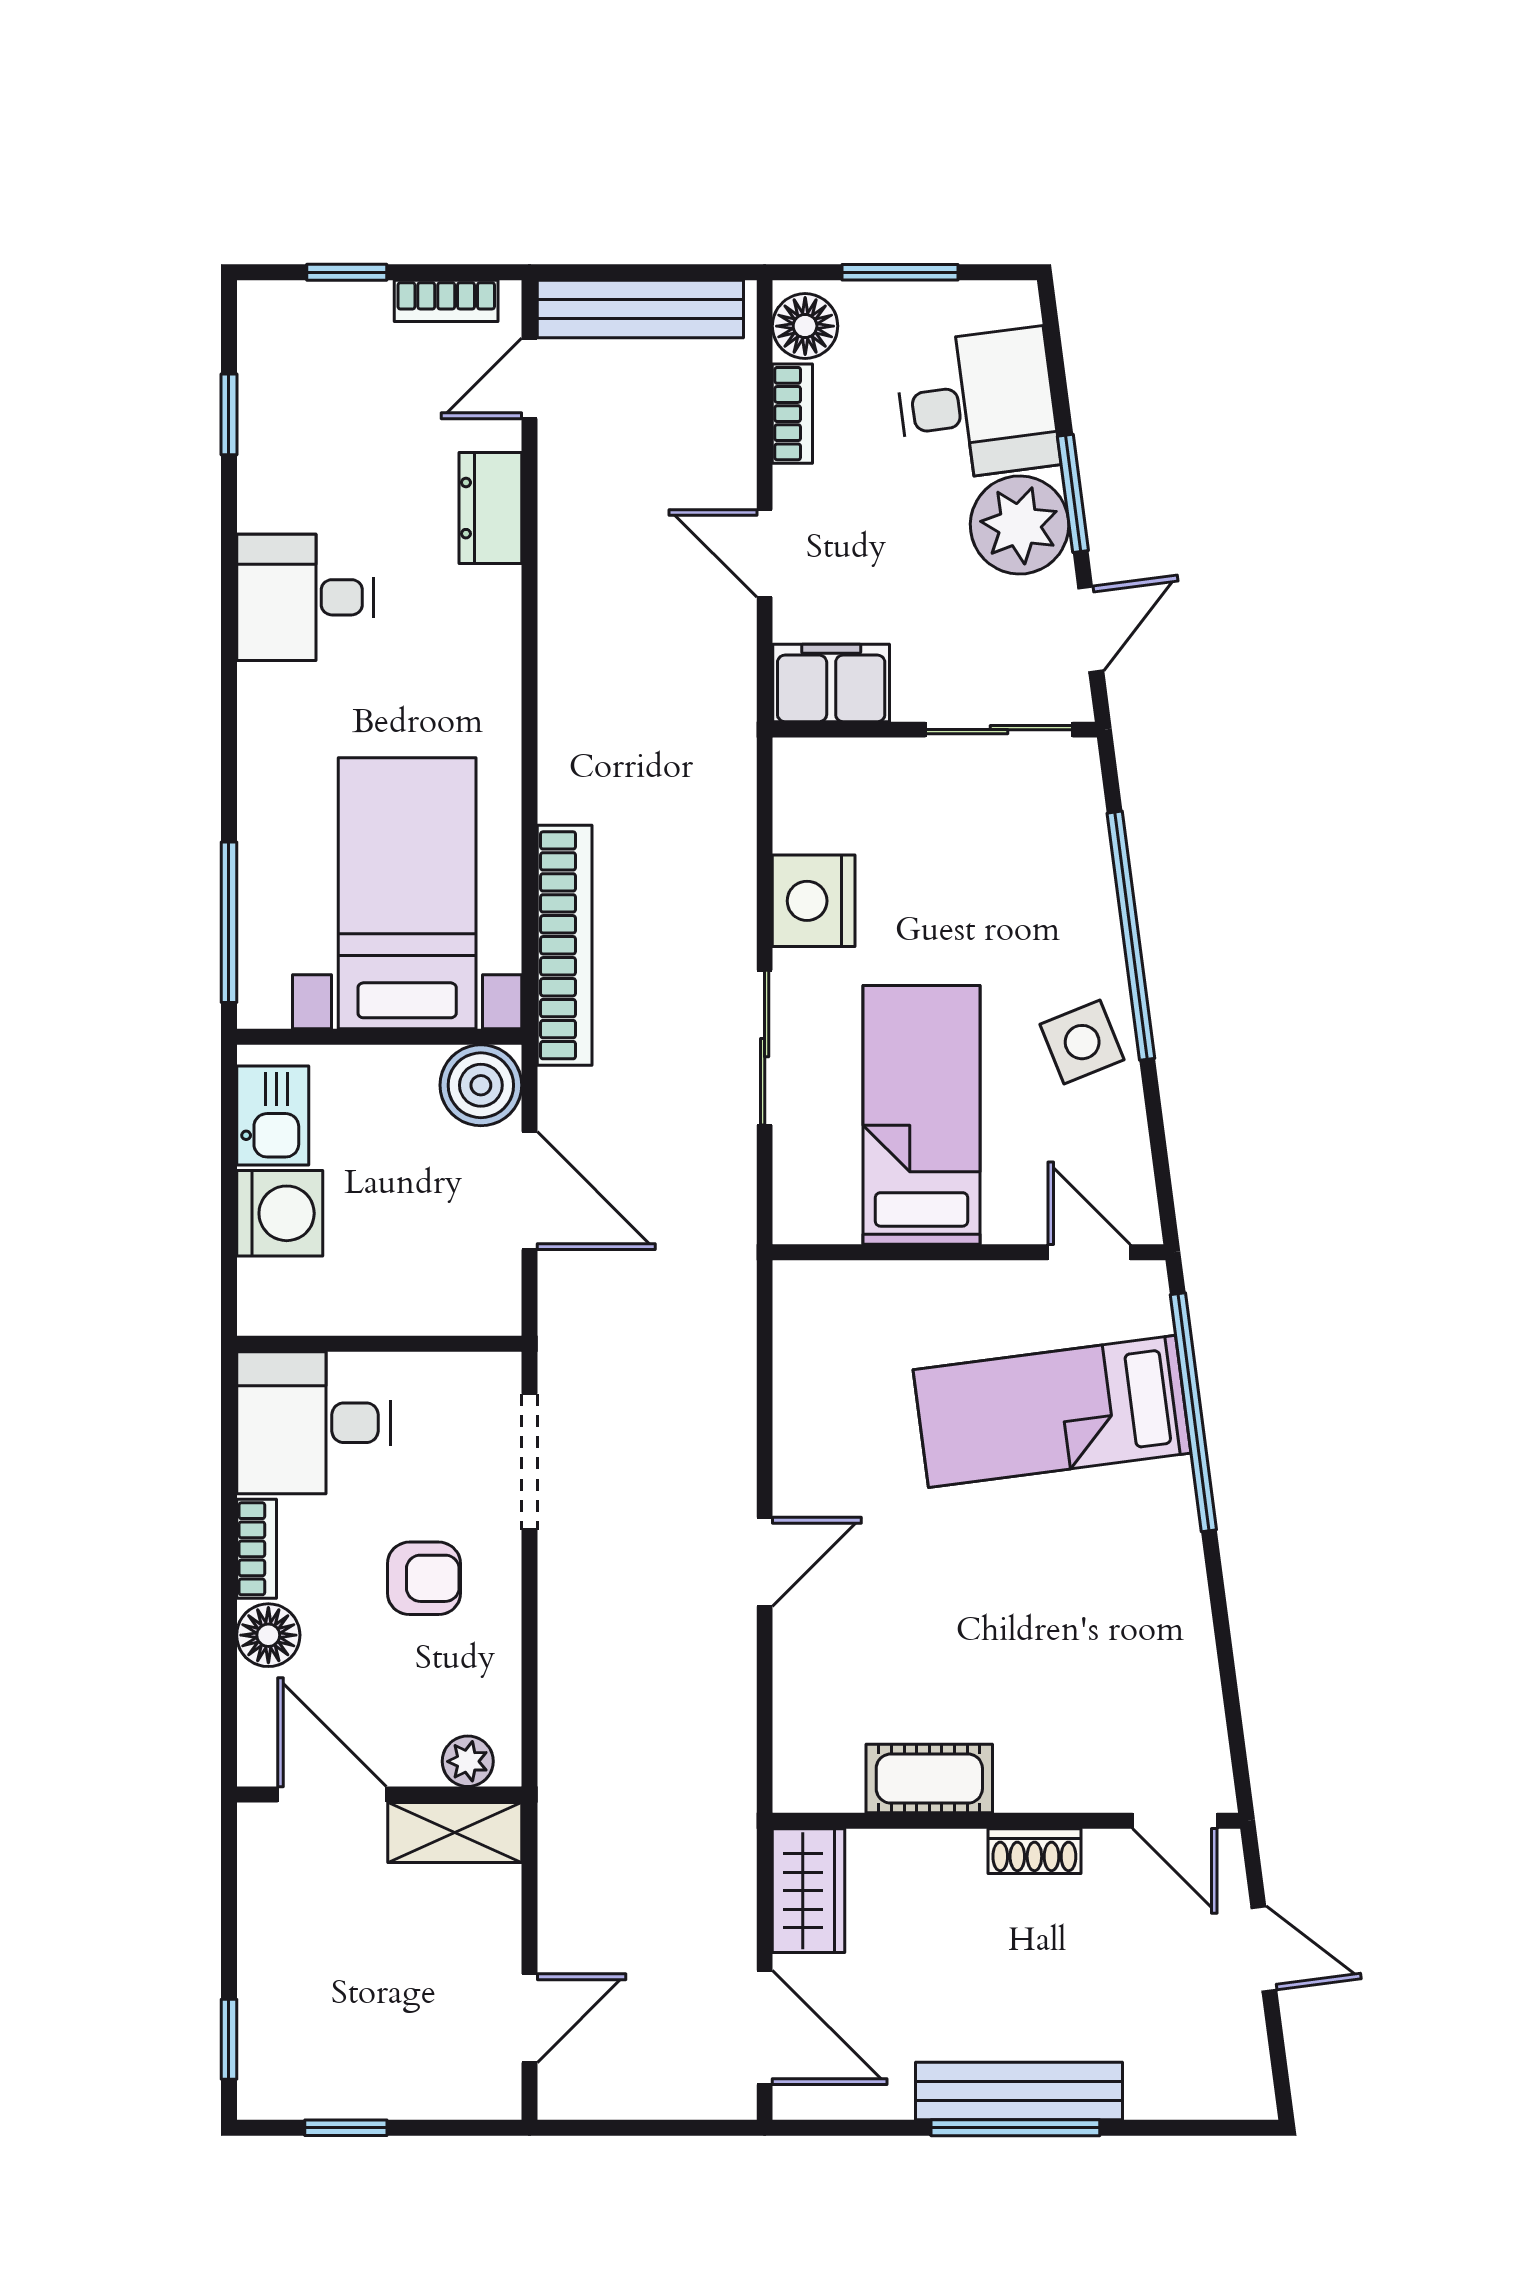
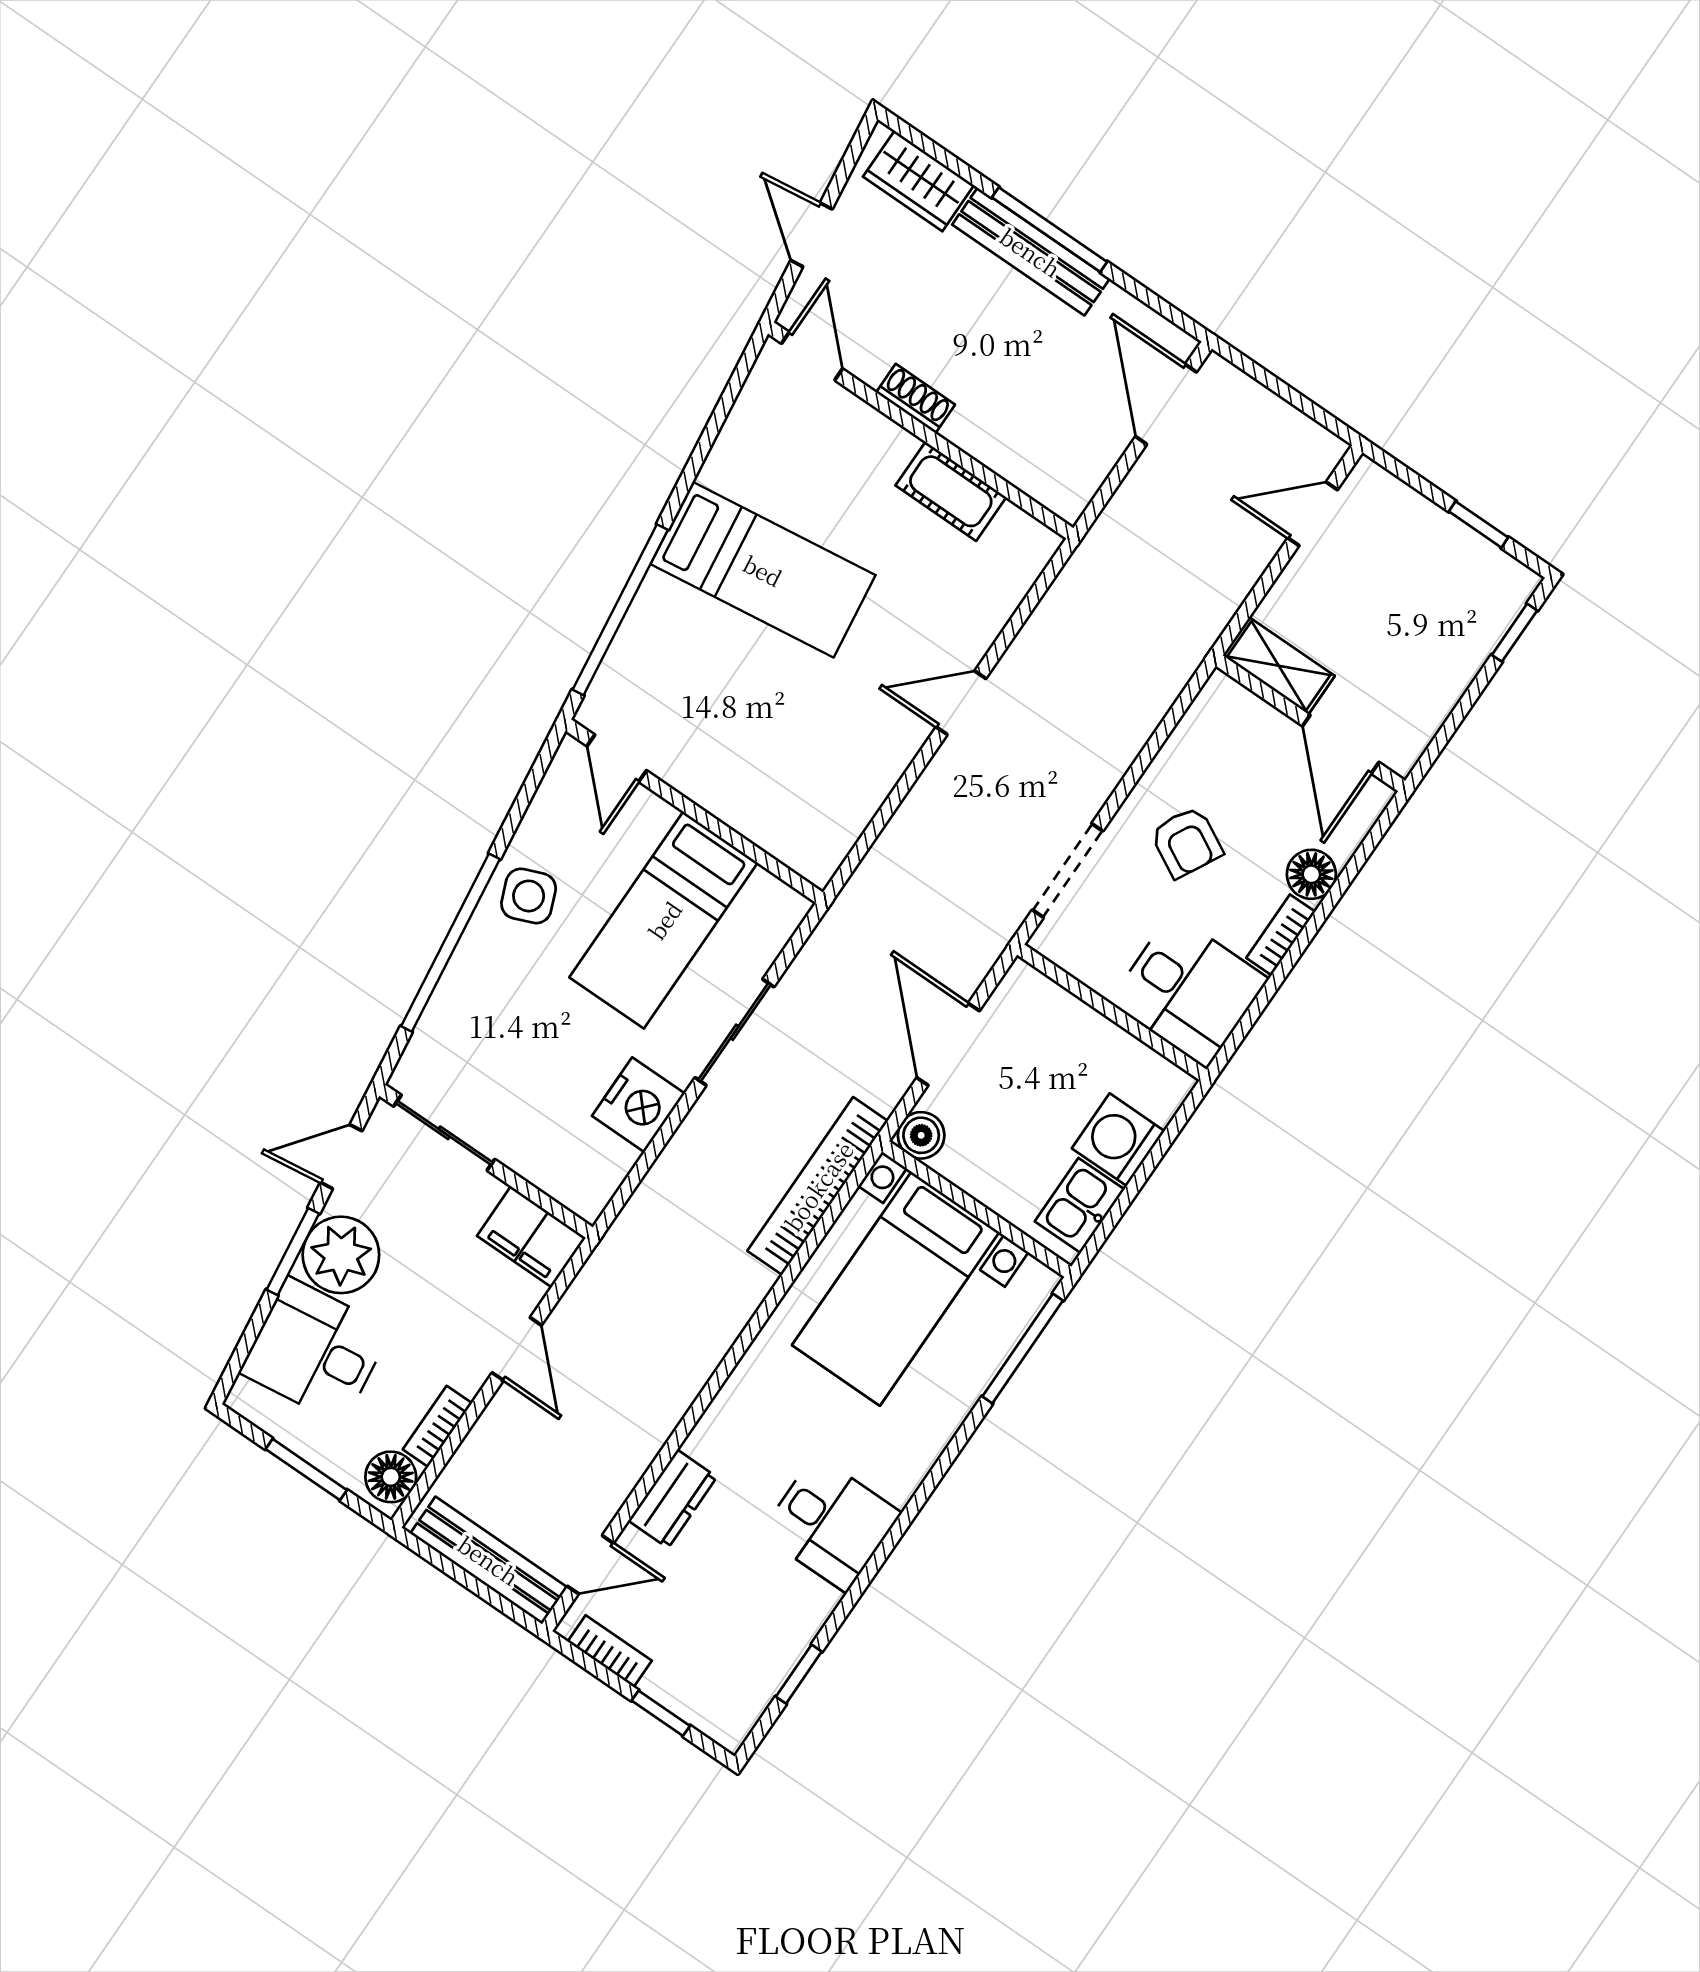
boiler: (481, 1085) -> (921, 1135), width x0.73, depth x0.73
bed: (1052, 1411) -> (763, 570), moved
armchair: (424, 1578) -> (1187, 842), turned -152
plant: (468, 1761) -> (1239, 706), removed
wardrobe: (809, 1891) -> (919, 181), moved, turned -90

